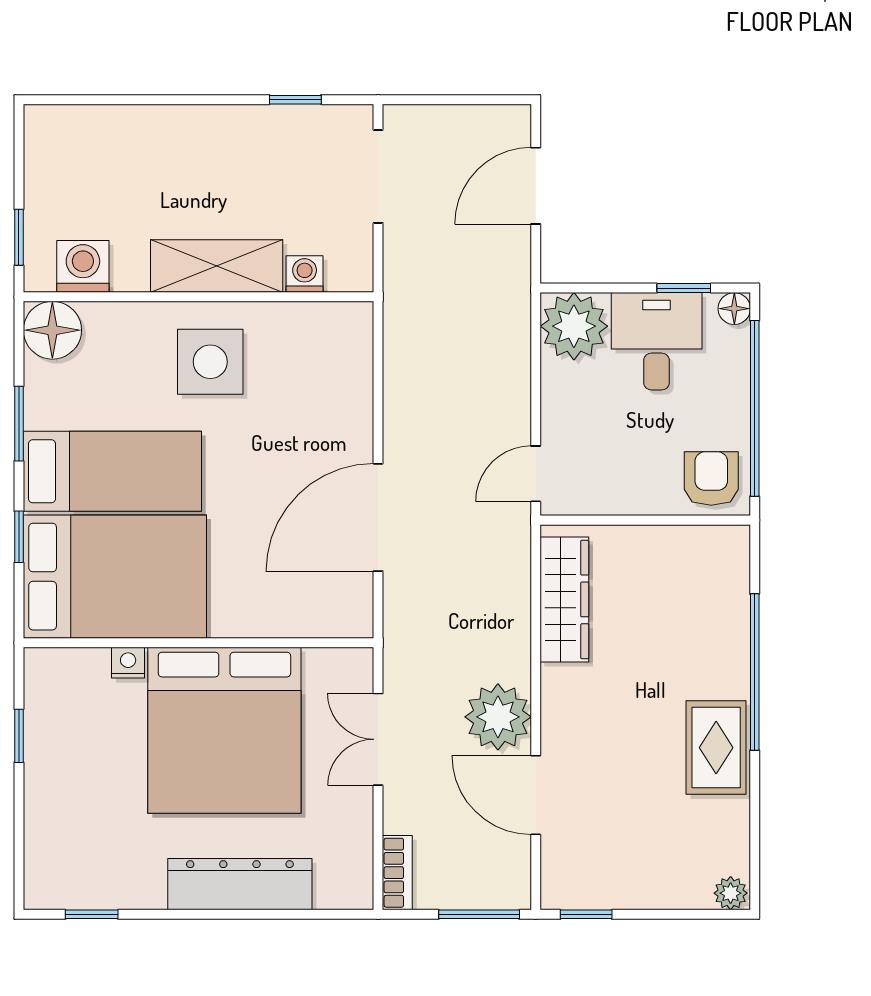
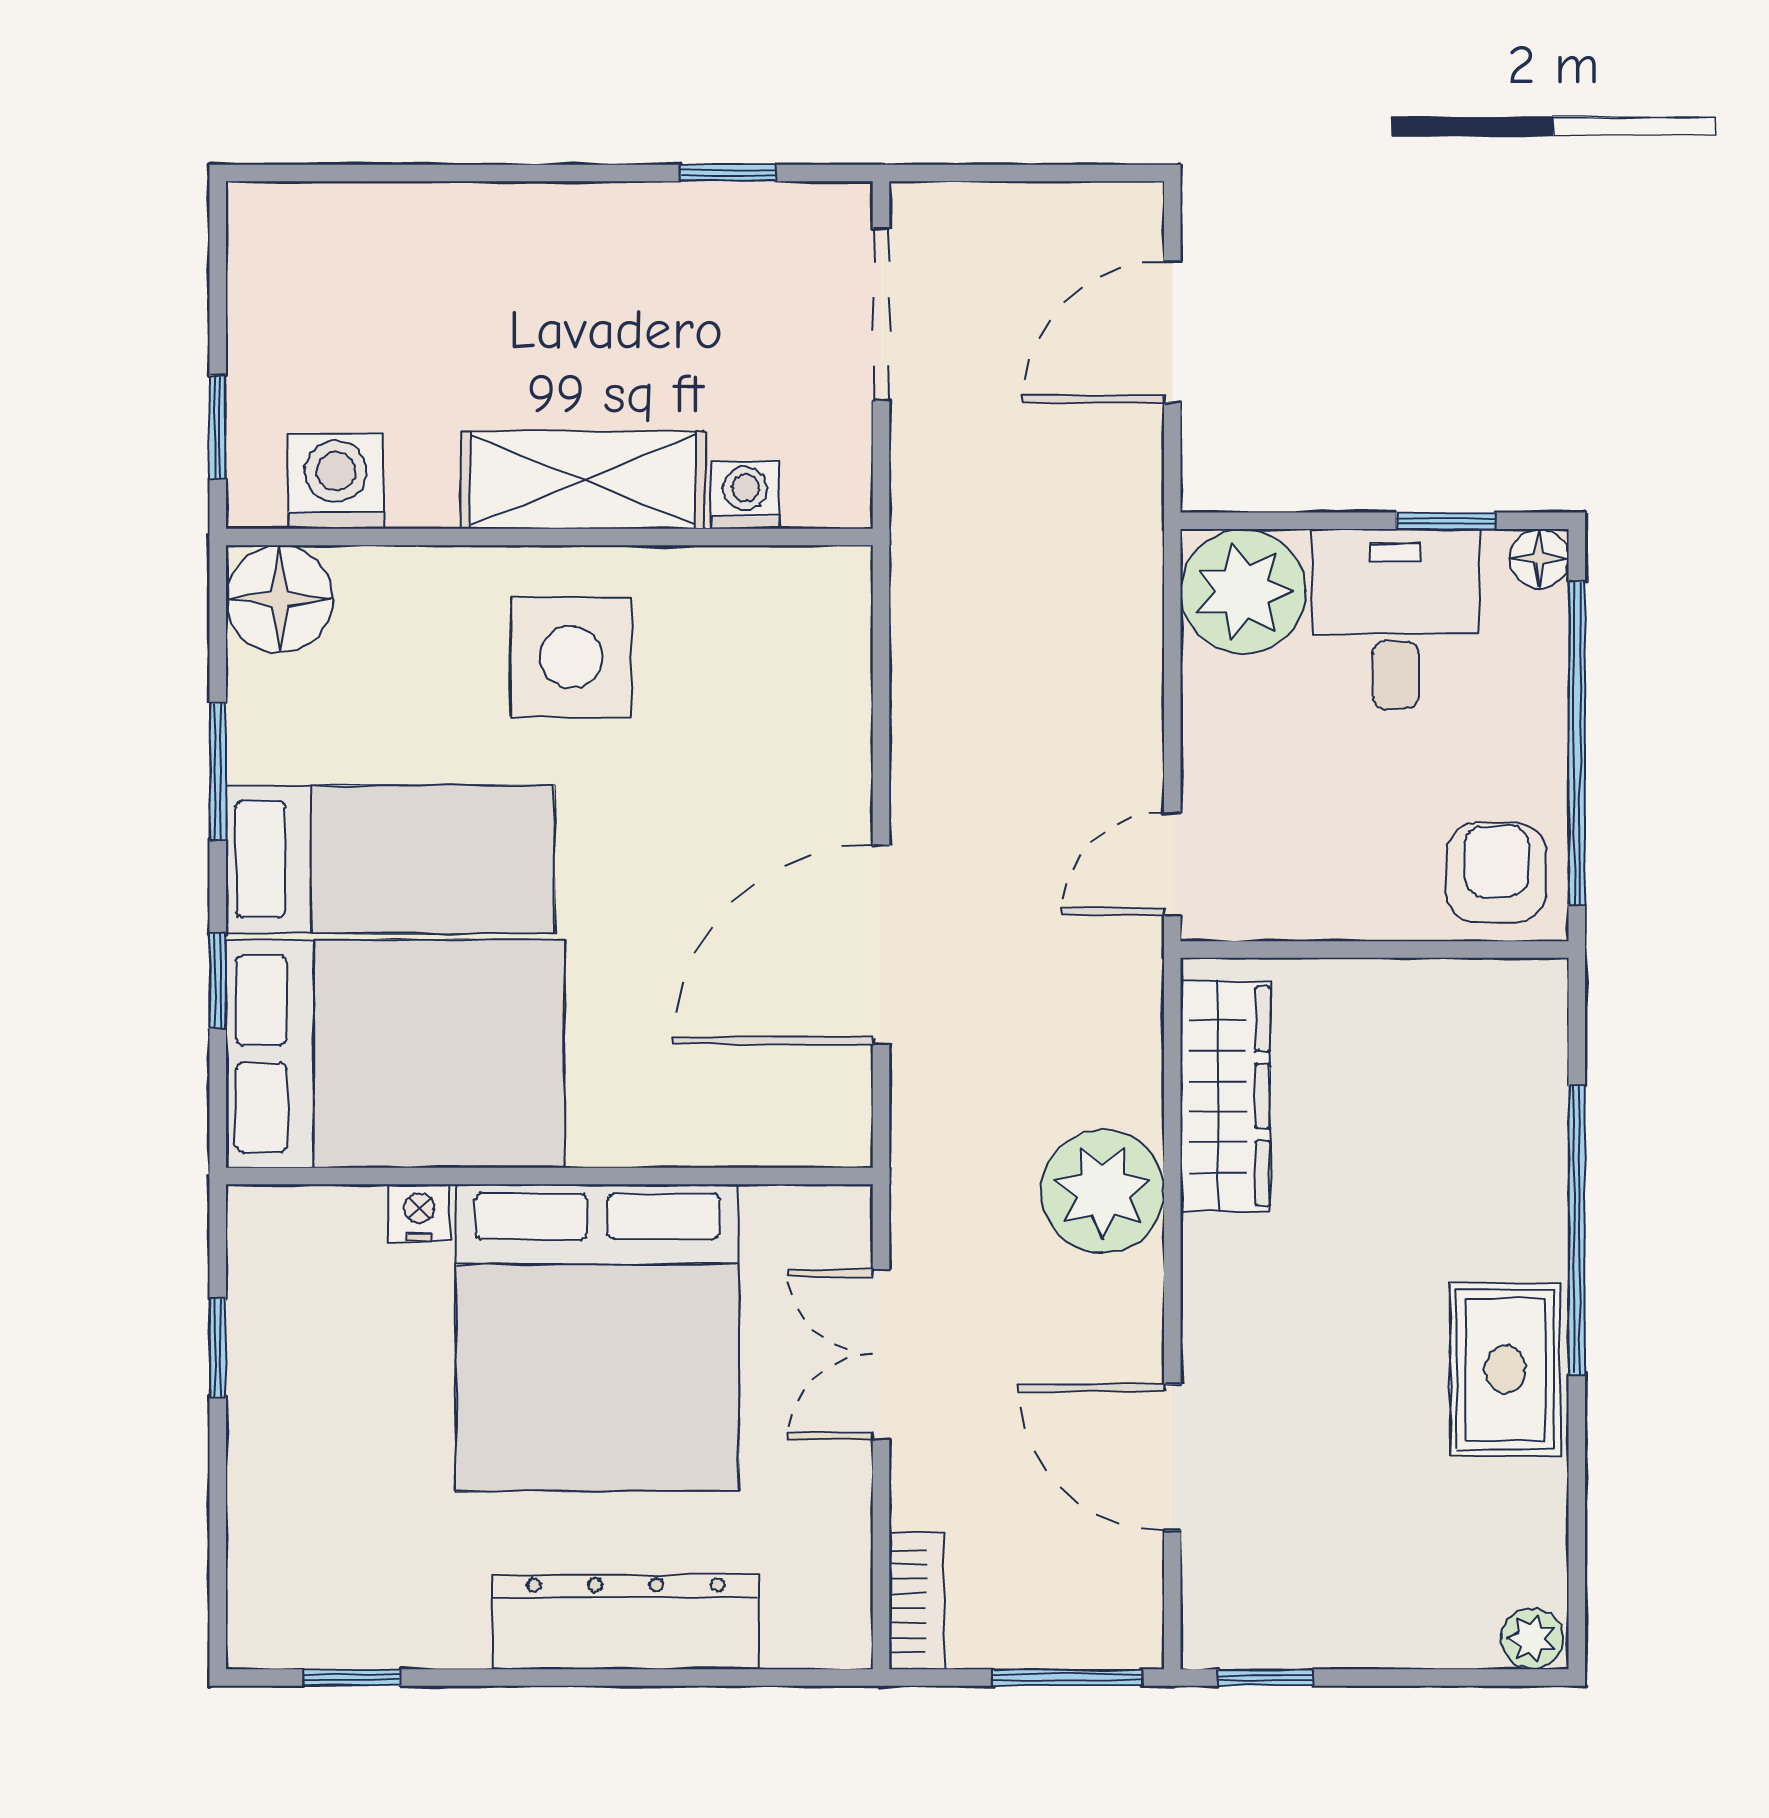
plant: (498, 717) -> (1103, 1191), moved

